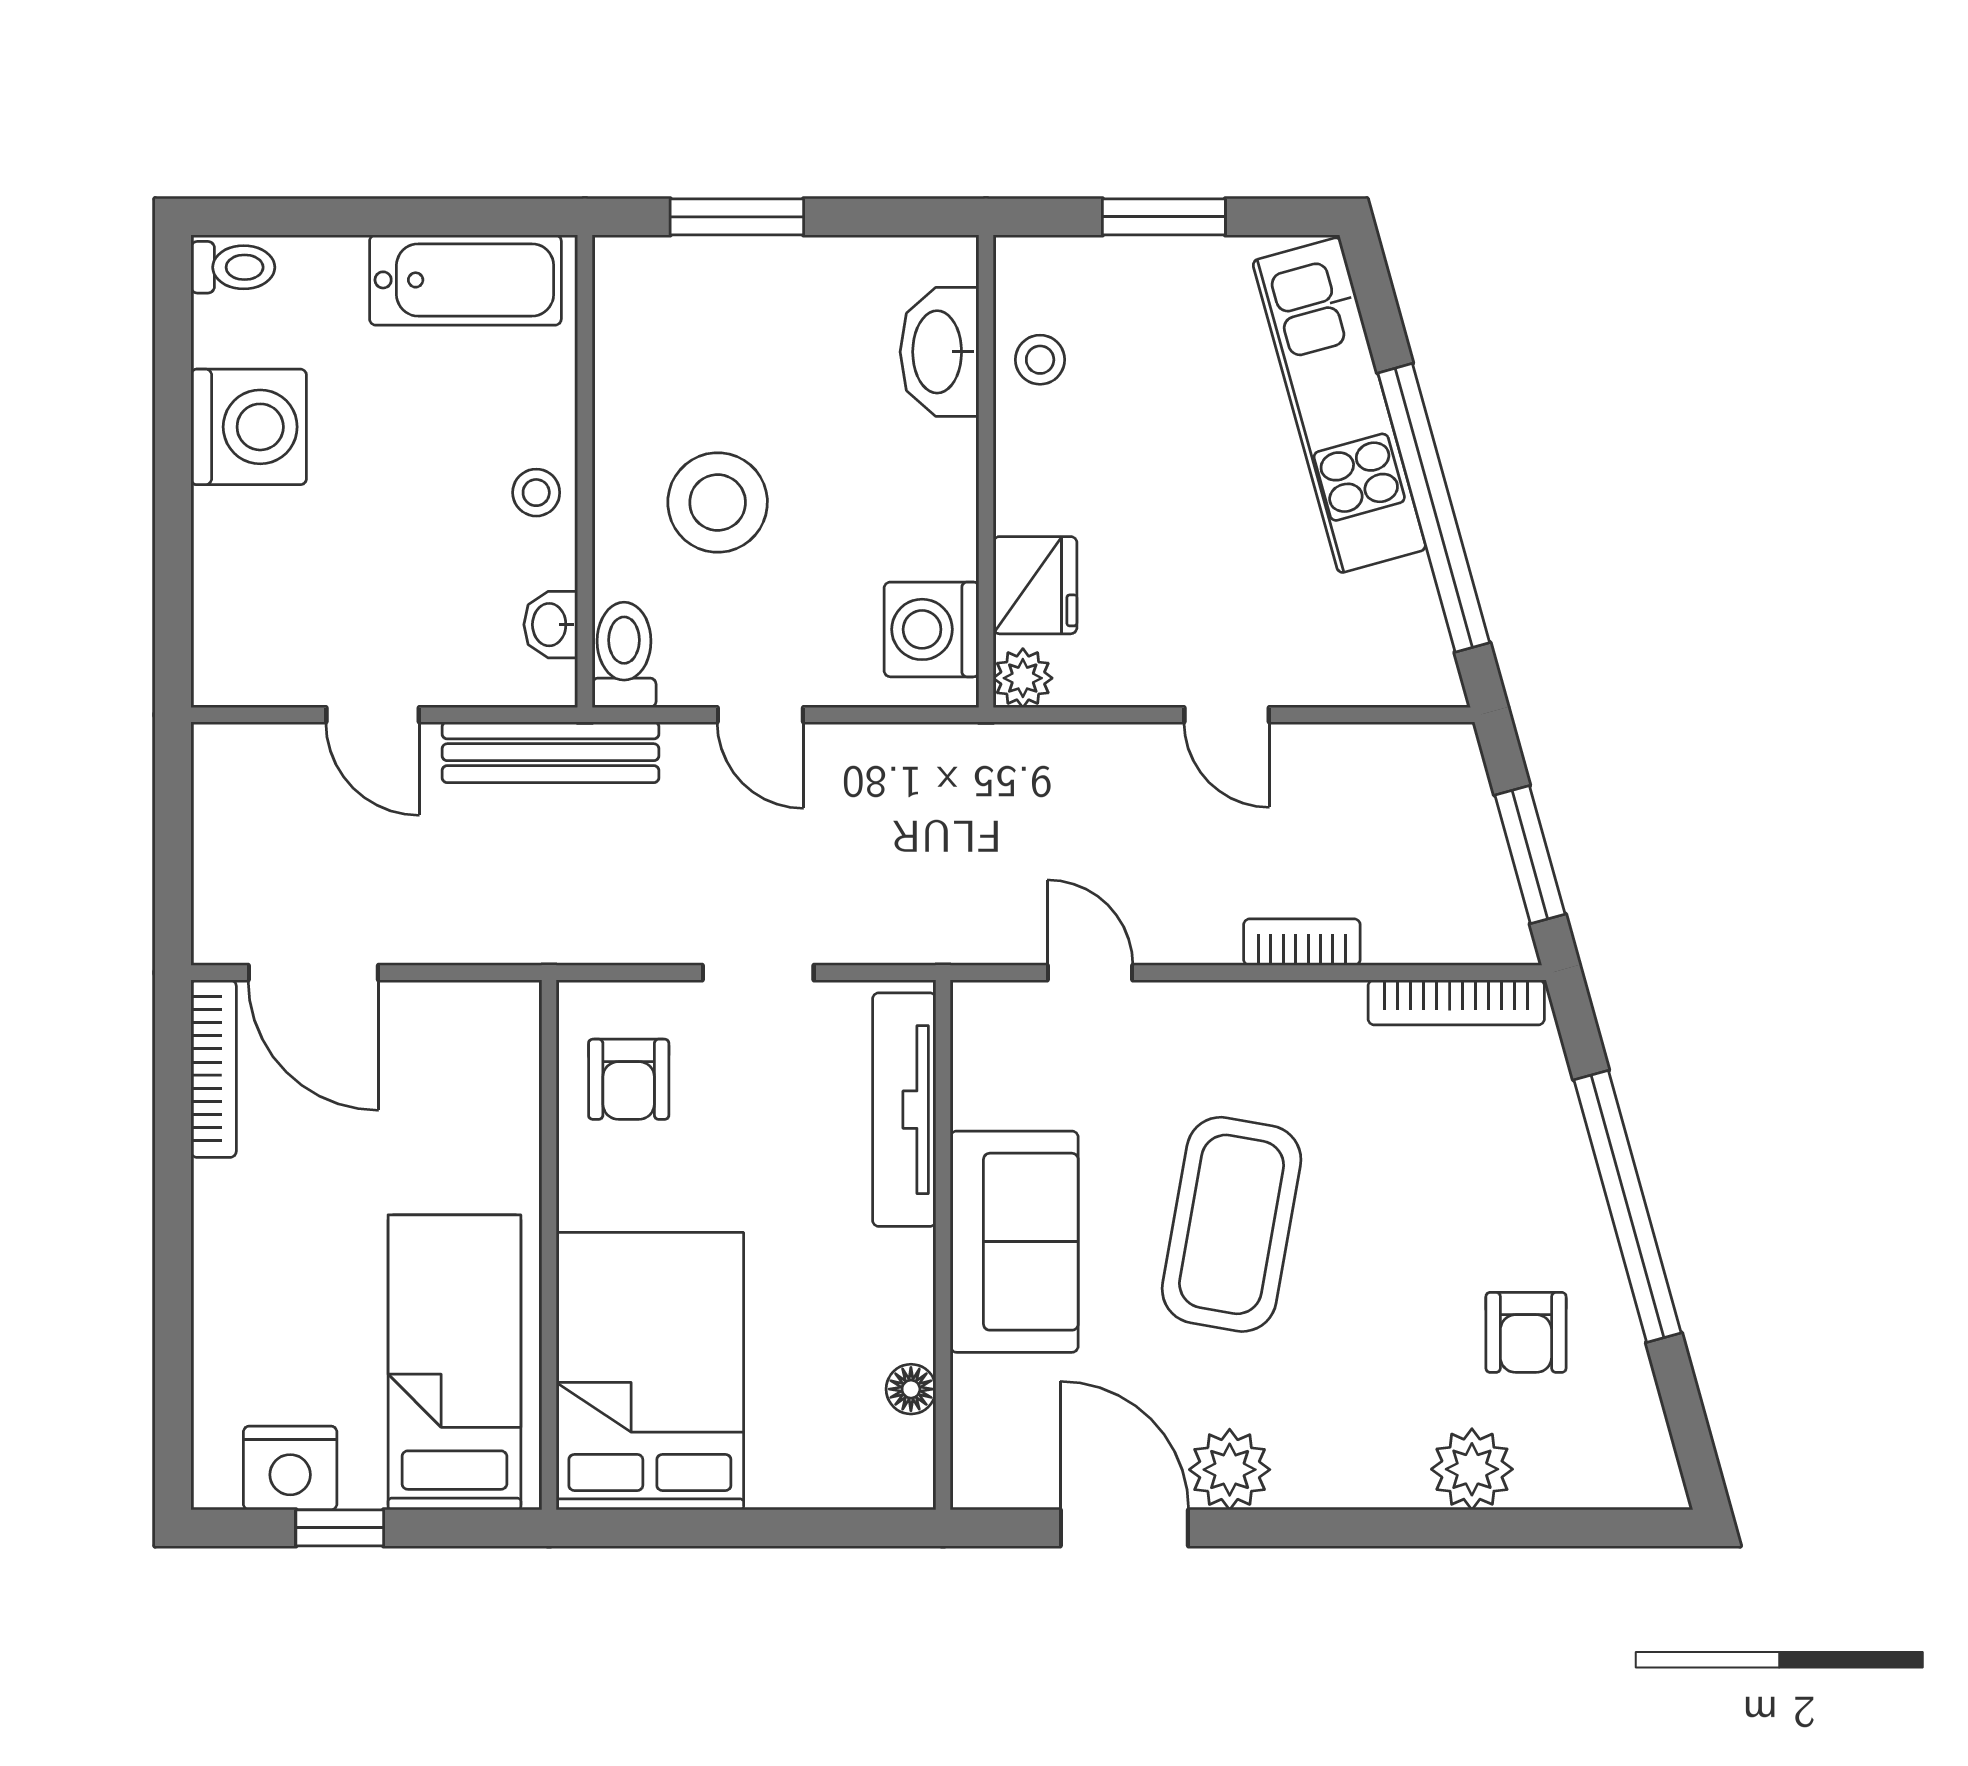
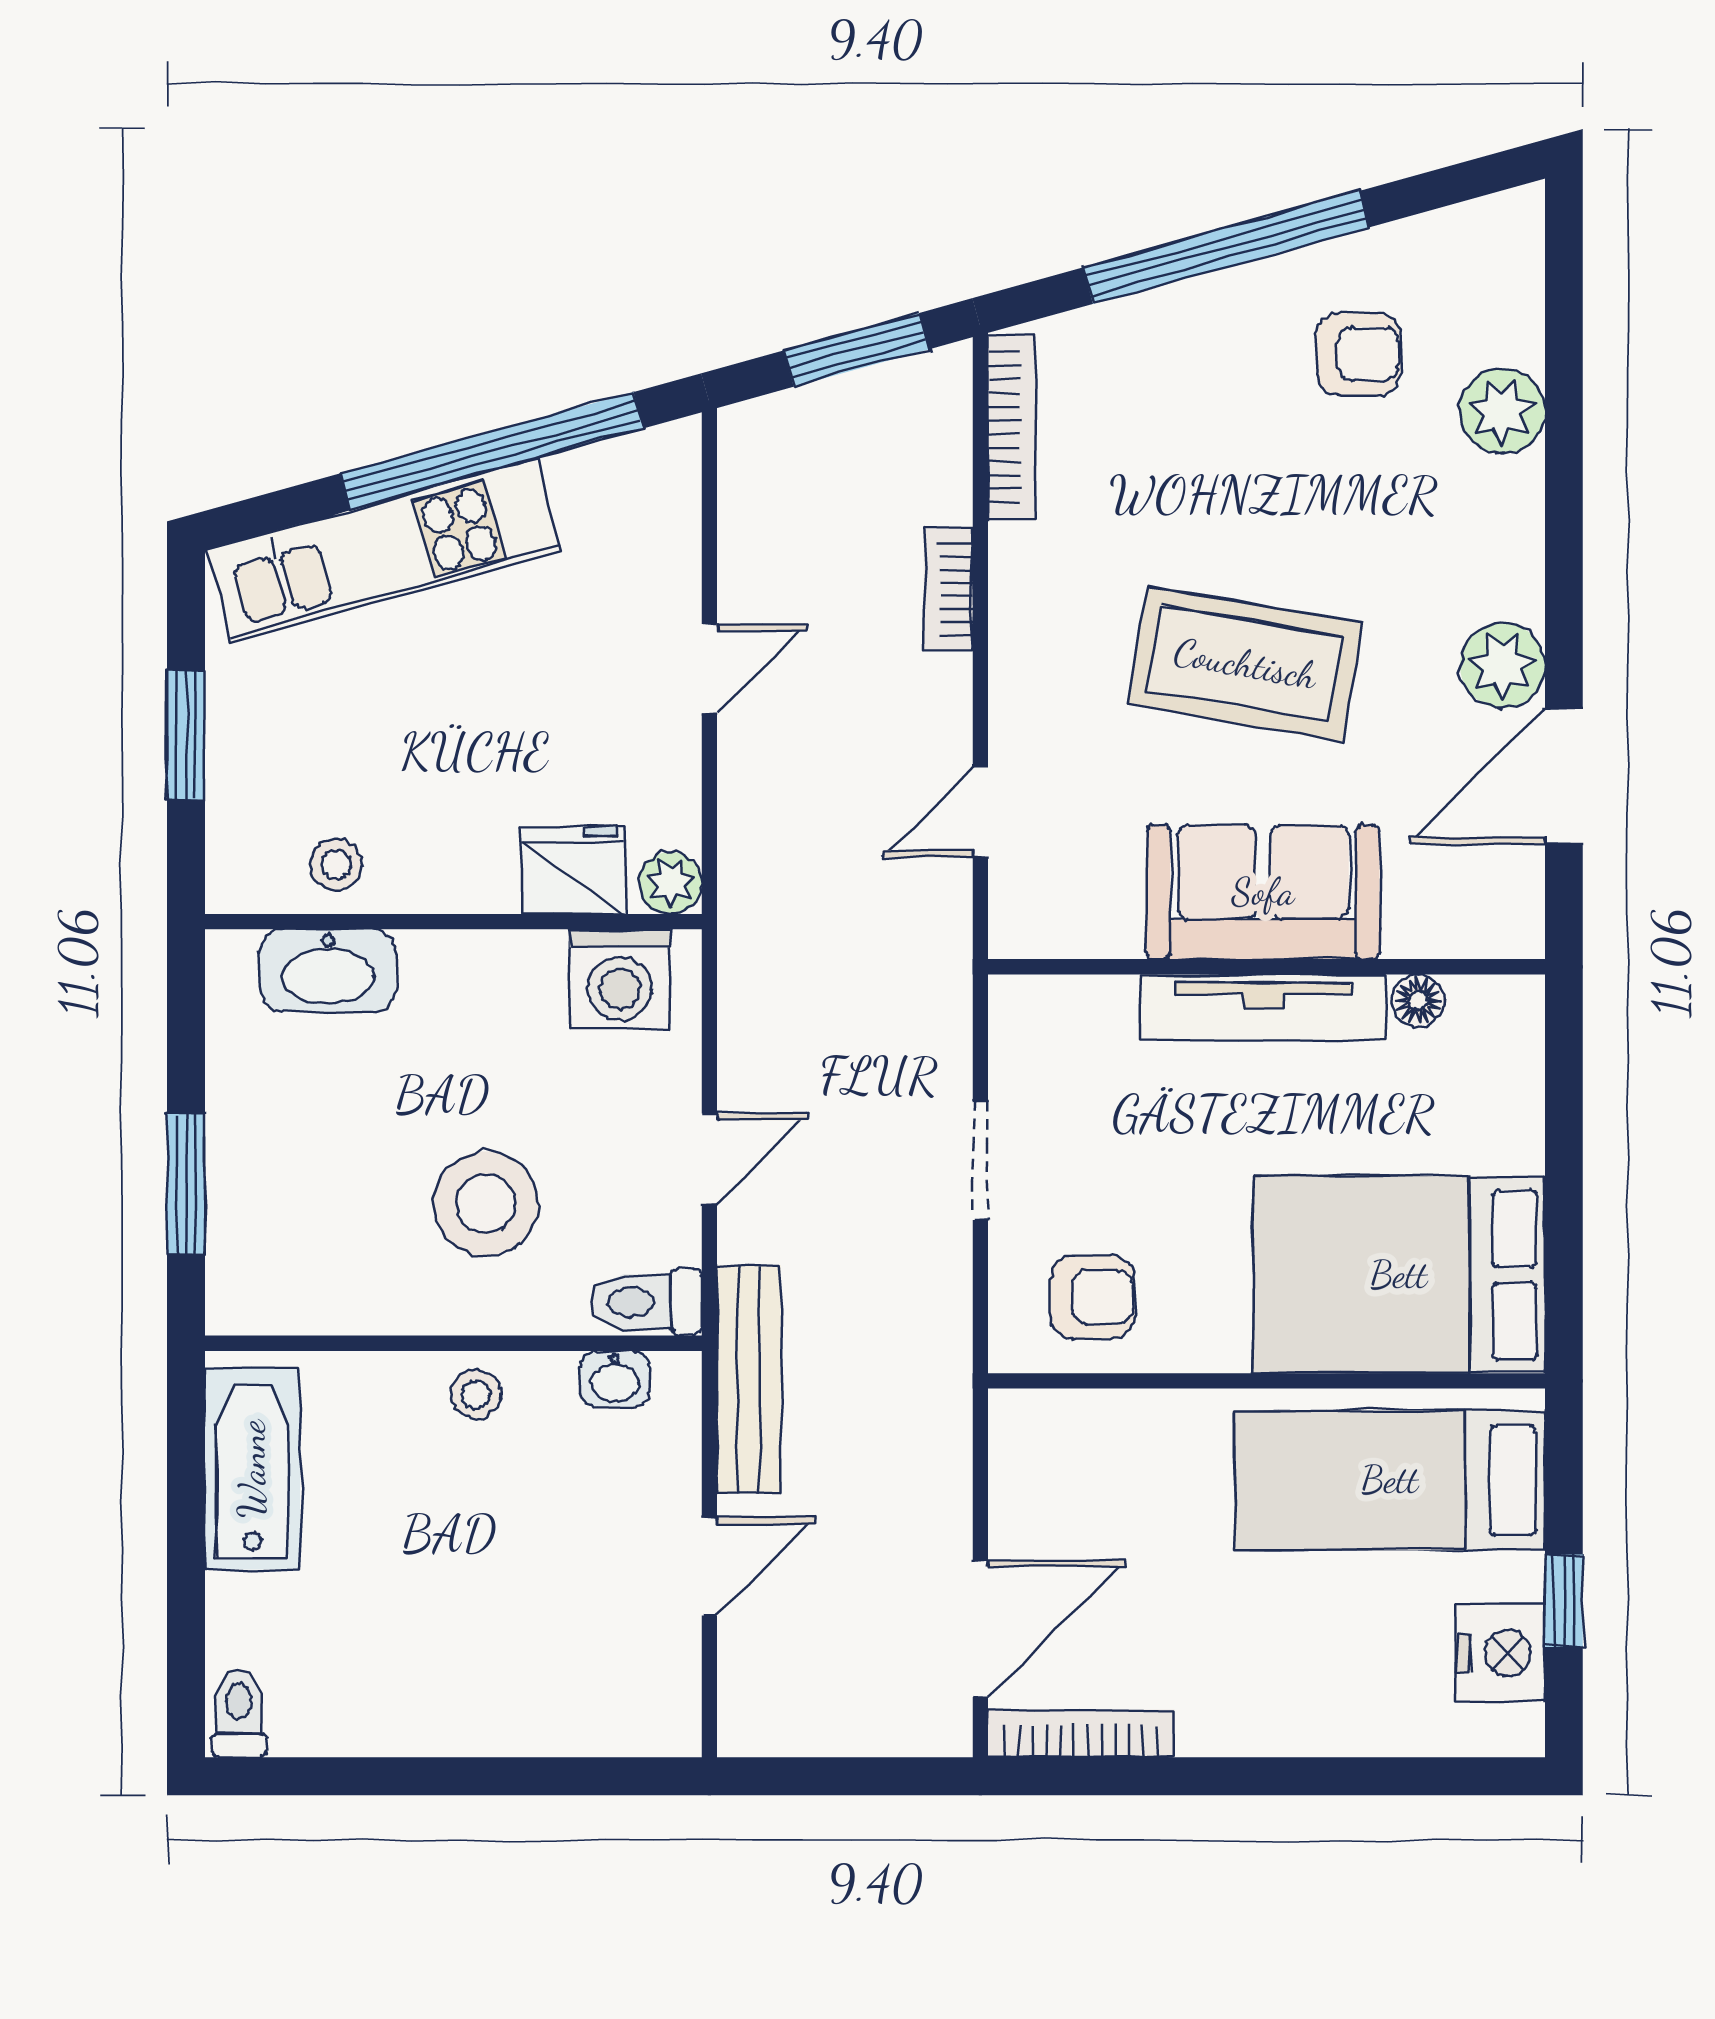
washing machine: (249, 427) -> (407, 1697), removed
tv unit: (904, 1110) -> (1263, 1008), moved

